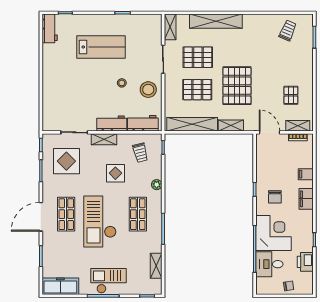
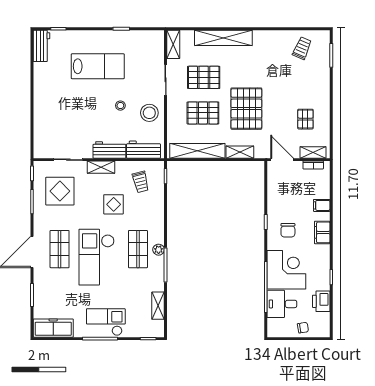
plant: (157, 185) -> (159, 250), moved

